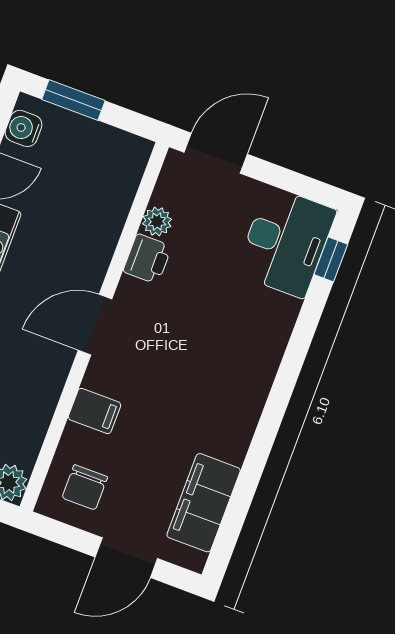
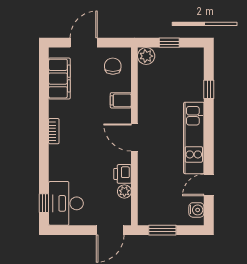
window: (73, 100) -> (162, 230), moved
door: (95, 325) -> (134, 137), swing flipped
bookcase: (255, 399) -> (54, 131), added

